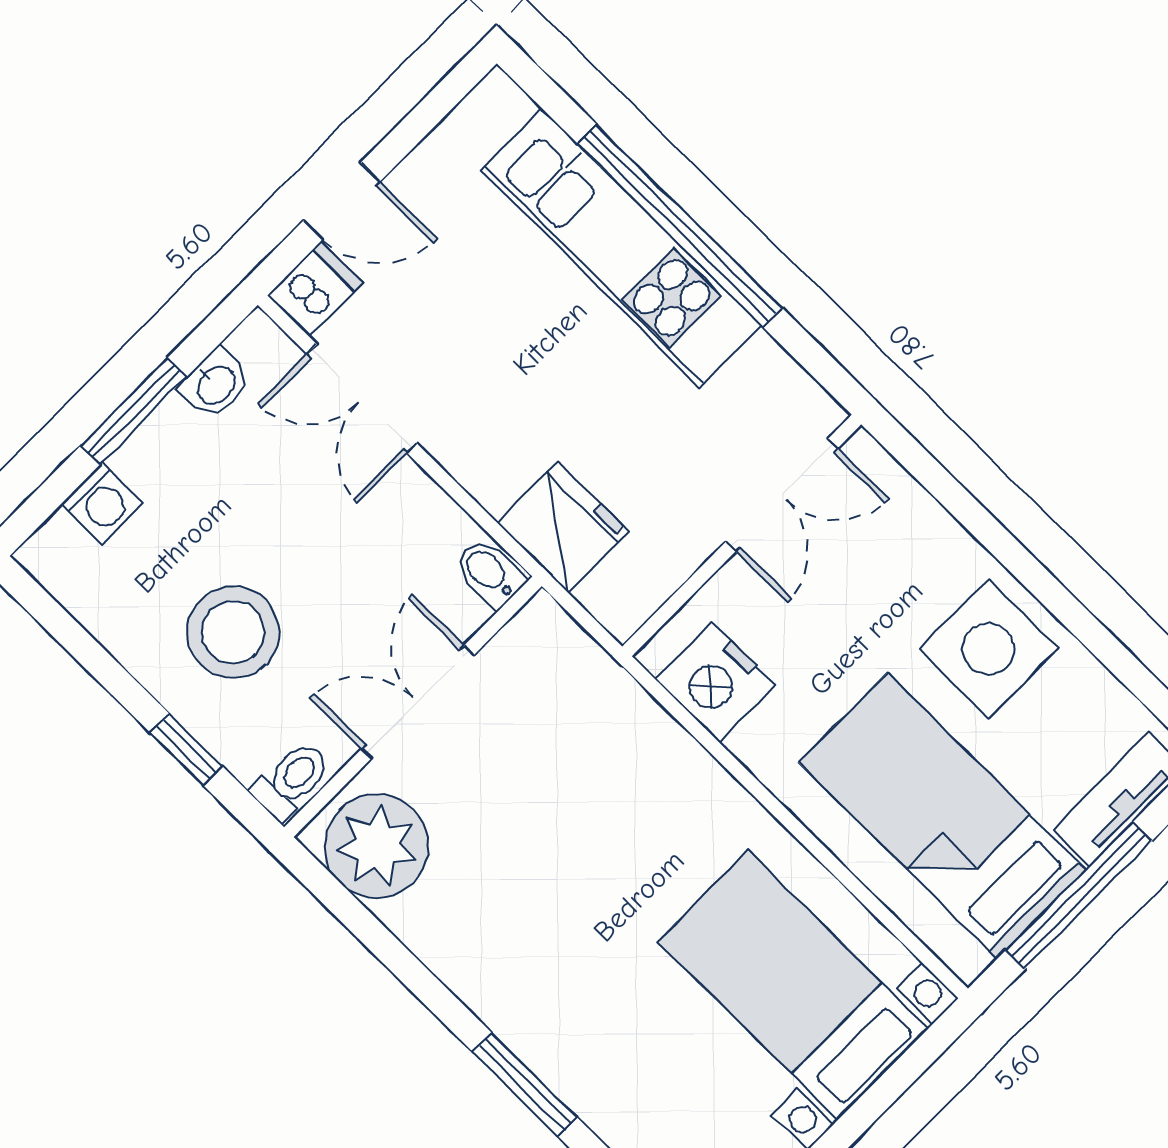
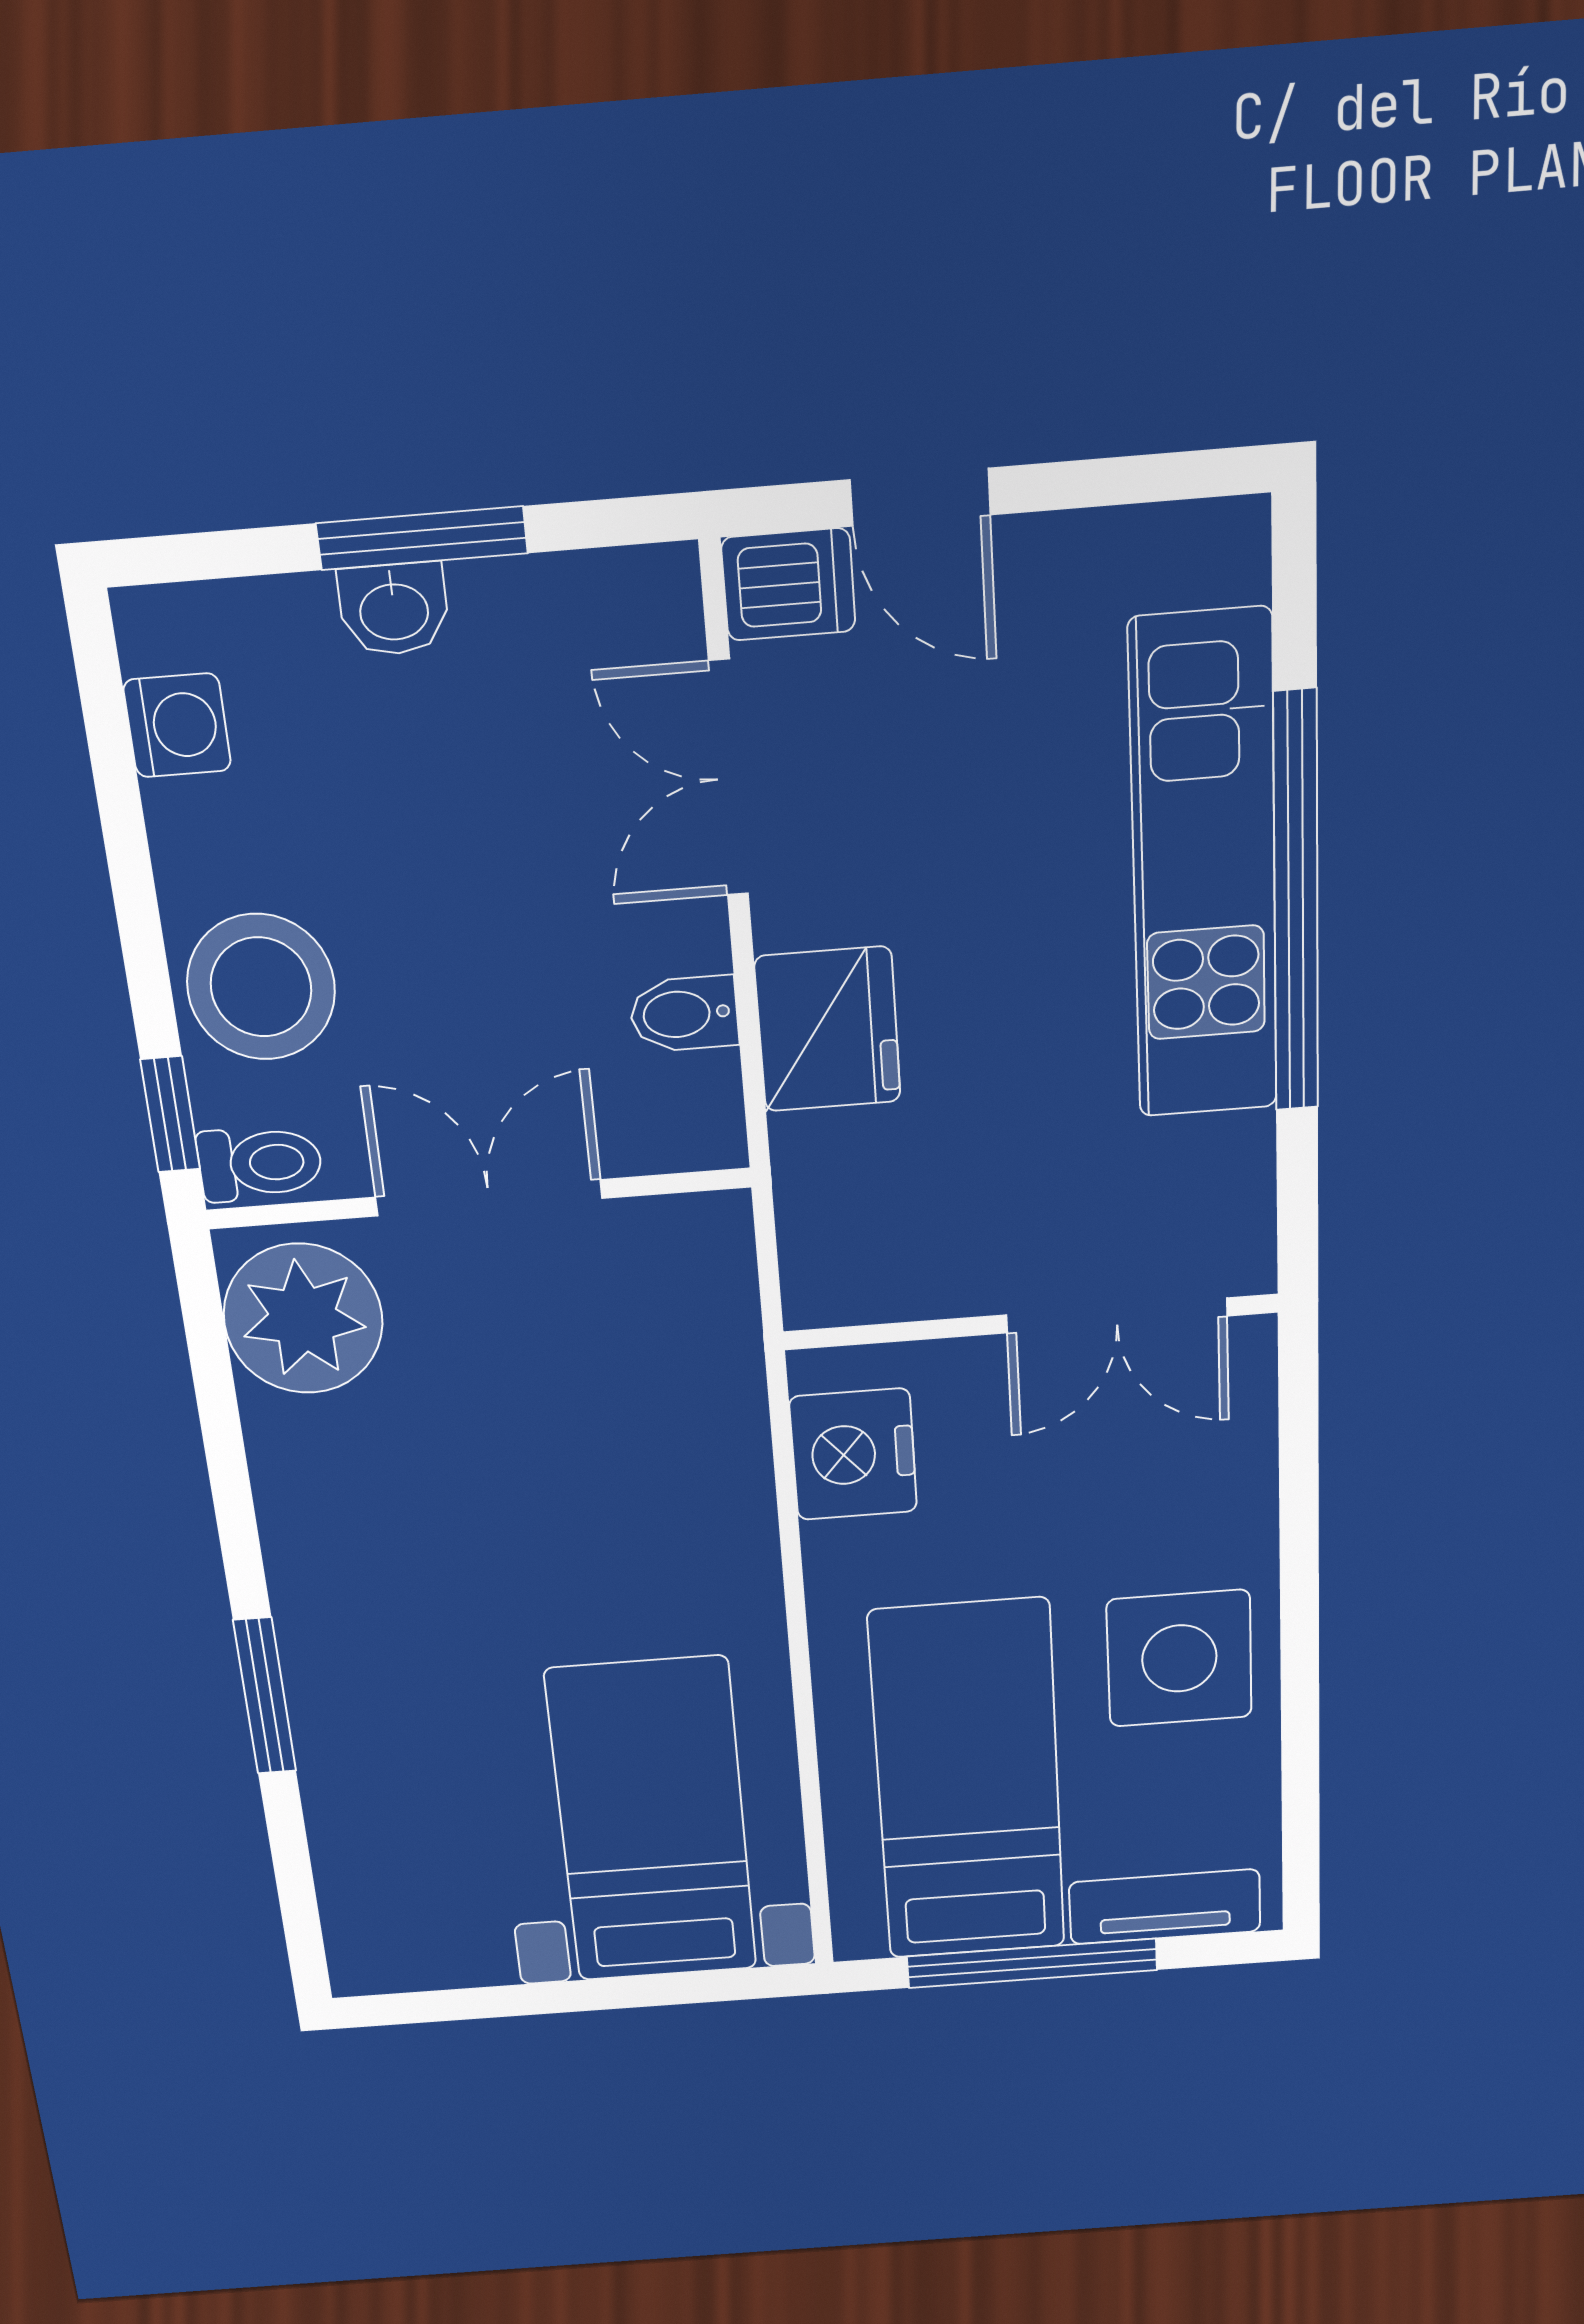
washbasin: (215, 384) -> (394, 609), moved
washing machine: (102, 503) -> (177, 725), moved, turned -90
fridge: (563, 528) -> (828, 1029), moved
bidet: (489, 573) -> (684, 1014), moved, turned -90
stool: (233, 632) -> (261, 987), moved
window: (186, 750) -> (170, 1114), moved

